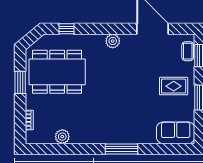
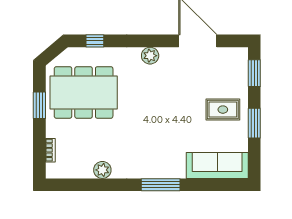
coffee table: (188, 51) -> (240, 68), removed
sofa: (176, 133) -> (217, 165), width x1.36
plant: (62, 137) -> (102, 170), moved

